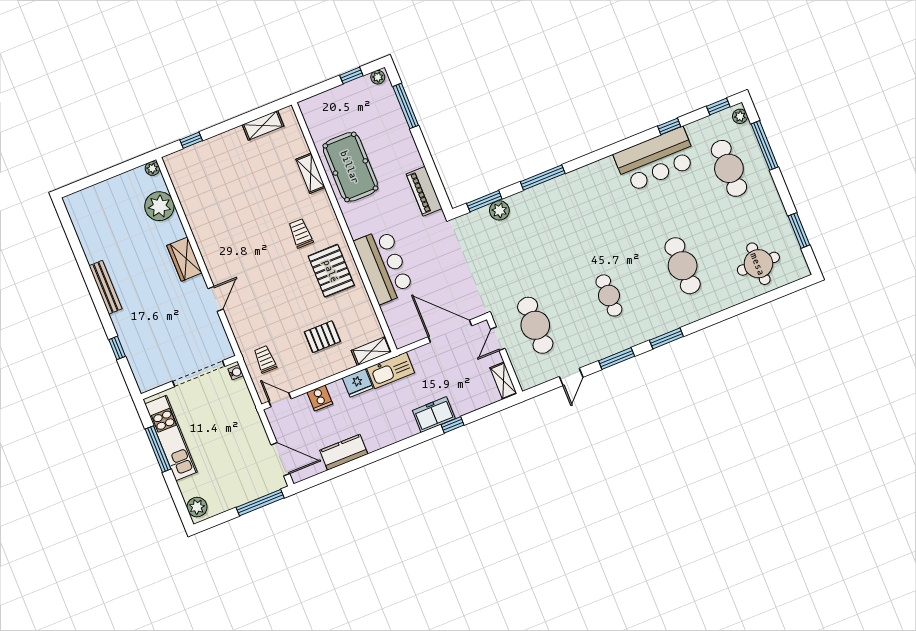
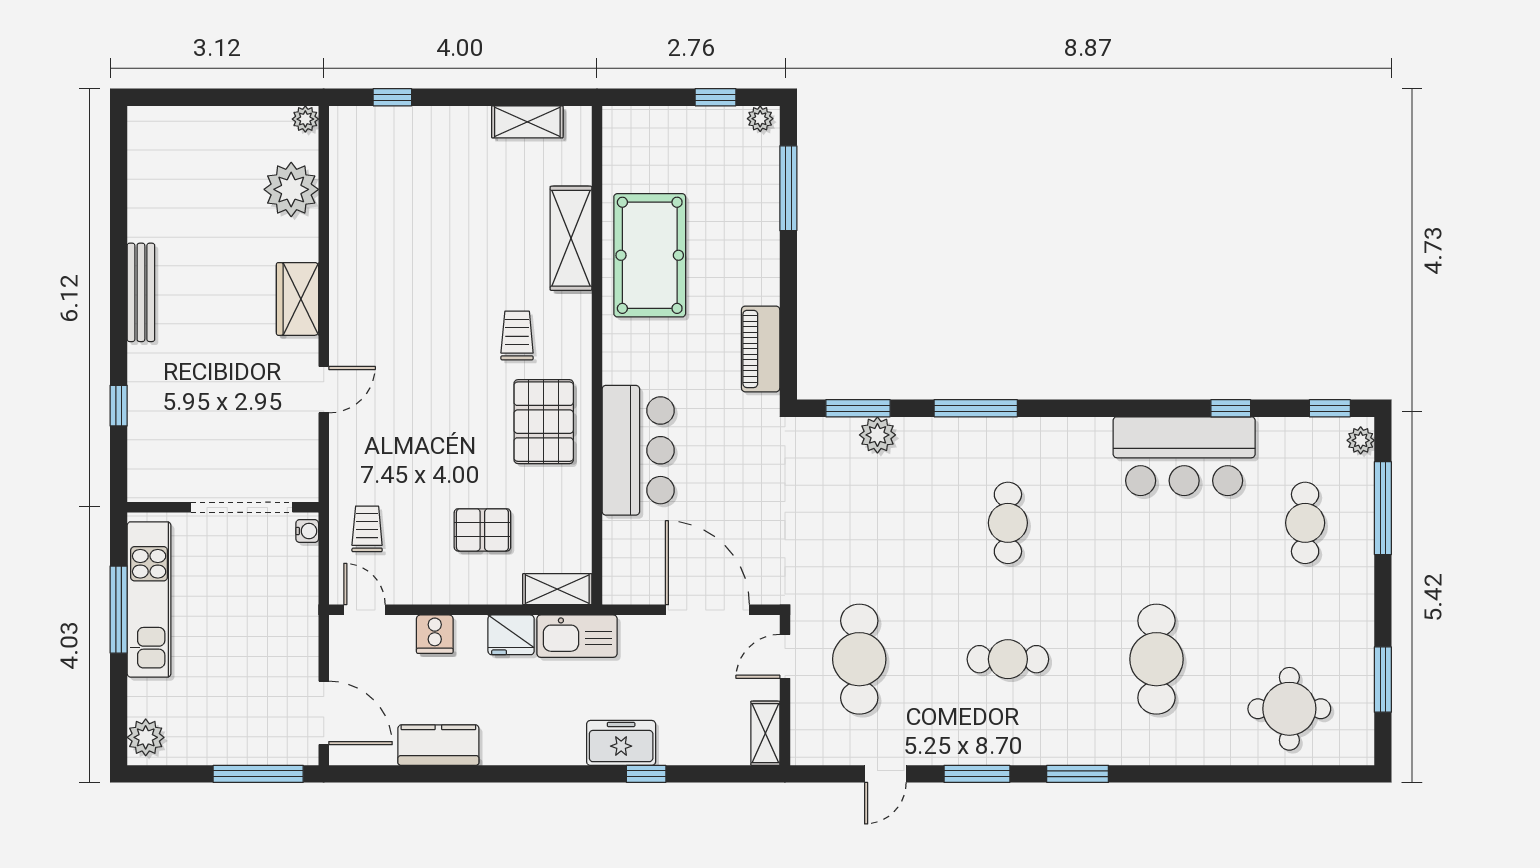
cafe table: (729, 168) -> (1305, 523), width x0.73, depth x0.74
shelving: (311, 173) -> (571, 238), width x1.50, depth x1.33
cafe table: (582, 228) -> (1008, 523), added
cafe table: (609, 295) -> (1008, 659), turned 90

